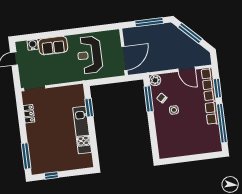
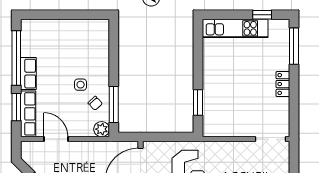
locker: (29, 114) -> (283, 84), moved
kitchen unit: (82, 130) -> (235, 28), moved, turned 90

